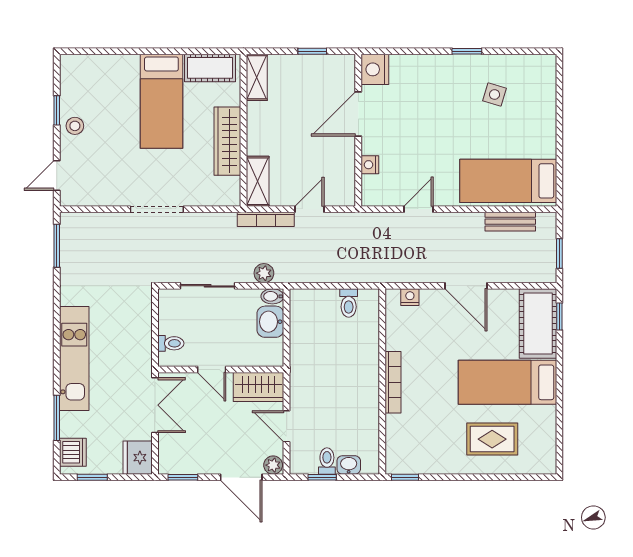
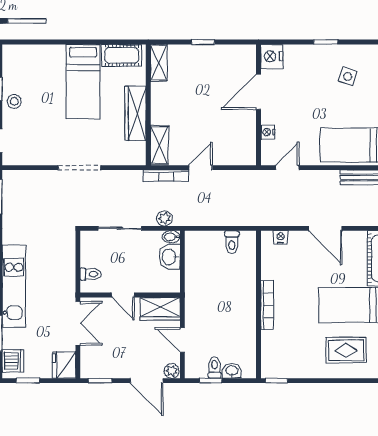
nightstand: (375, 69) -> (272, 56), moved
door: (358, 114) -> (259, 92), moved
wall: (358, 130) -> (259, 105), moved
nightstand: (370, 165) -> (268, 132), moved

